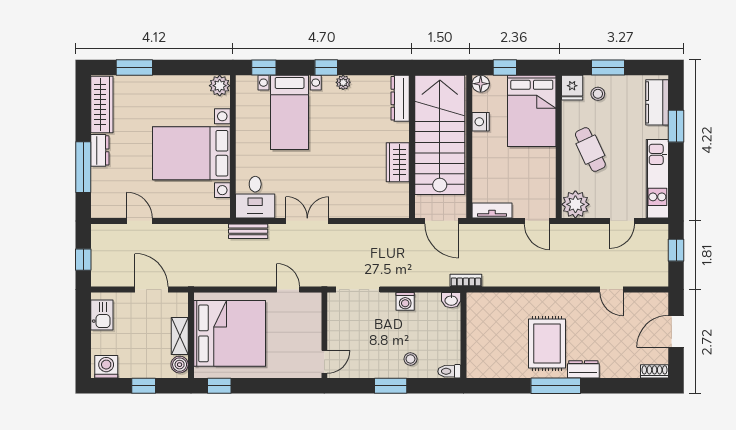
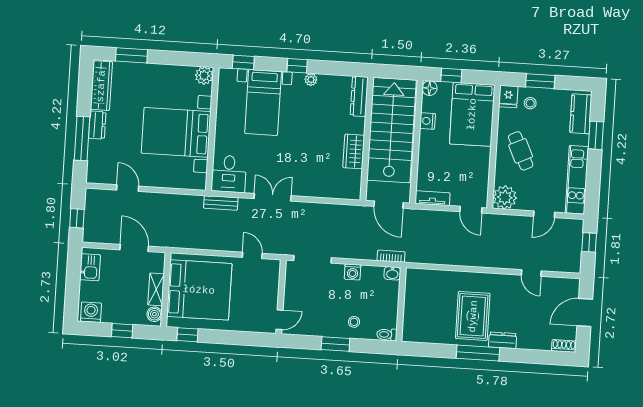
bookcase: (466, 280) -> (391, 256), moved

